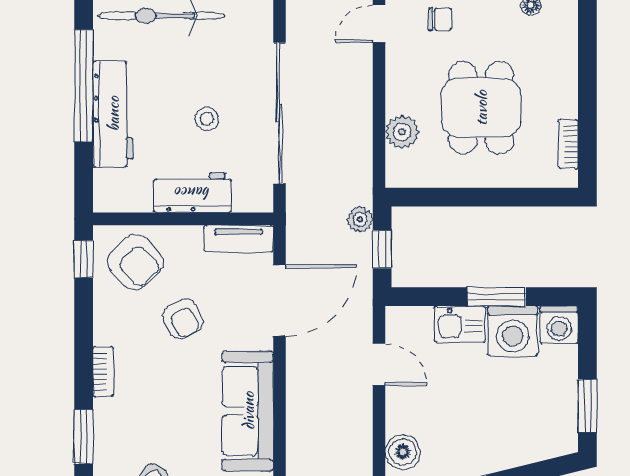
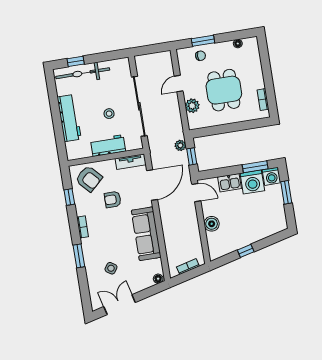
door: (379, 24) -> (179, 84), moved
window: (84, 86) -> (55, 108), removed
window: (84, 259) -> (69, 197), moved
window: (496, 297) -> (255, 167), moved
armchair: (183, 319) -> (113, 199), turned 118
door: (379, 364) -> (196, 193), moved
window: (587, 406) -> (286, 192), moved
boiler: (403, 452) -> (212, 224), moved

